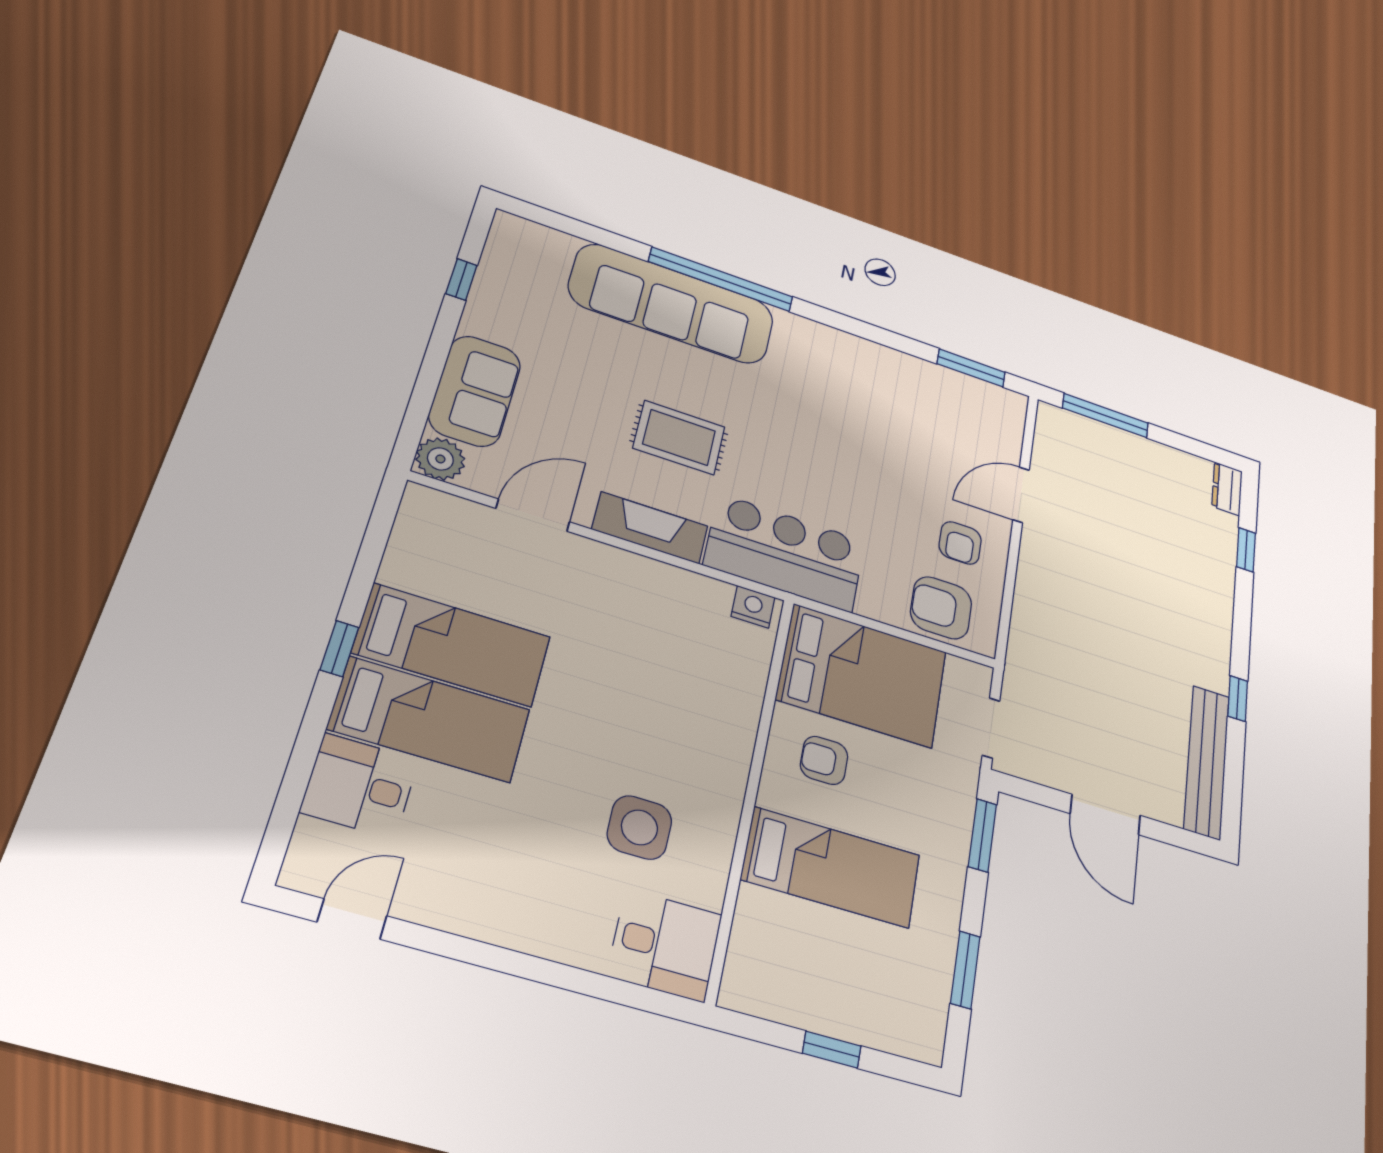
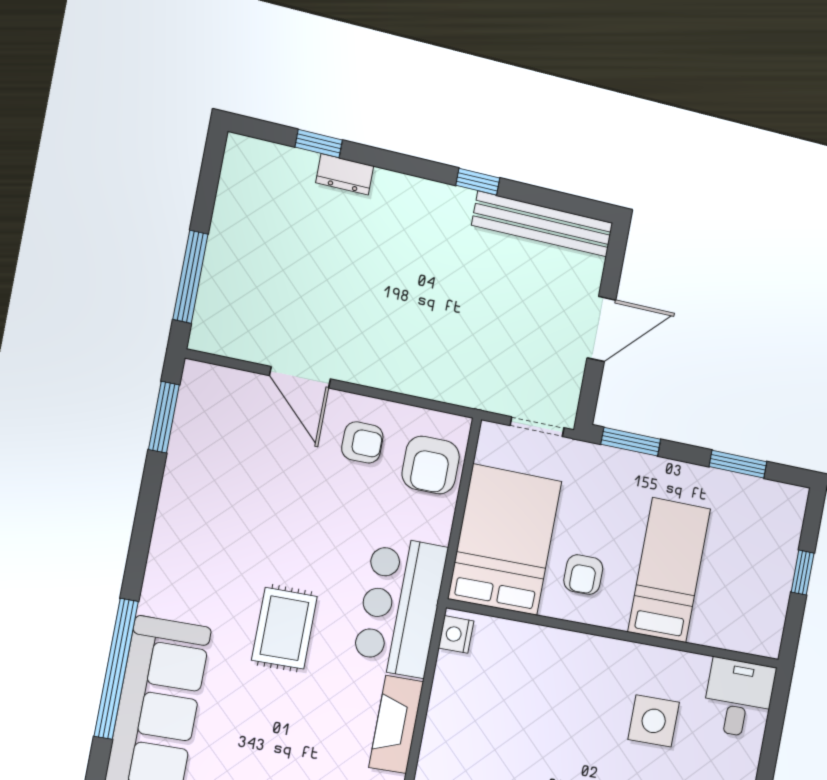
rug: (679, 437) -> (284, 628), moved
dresser: (1227, 489) -> (345, 174), moved

